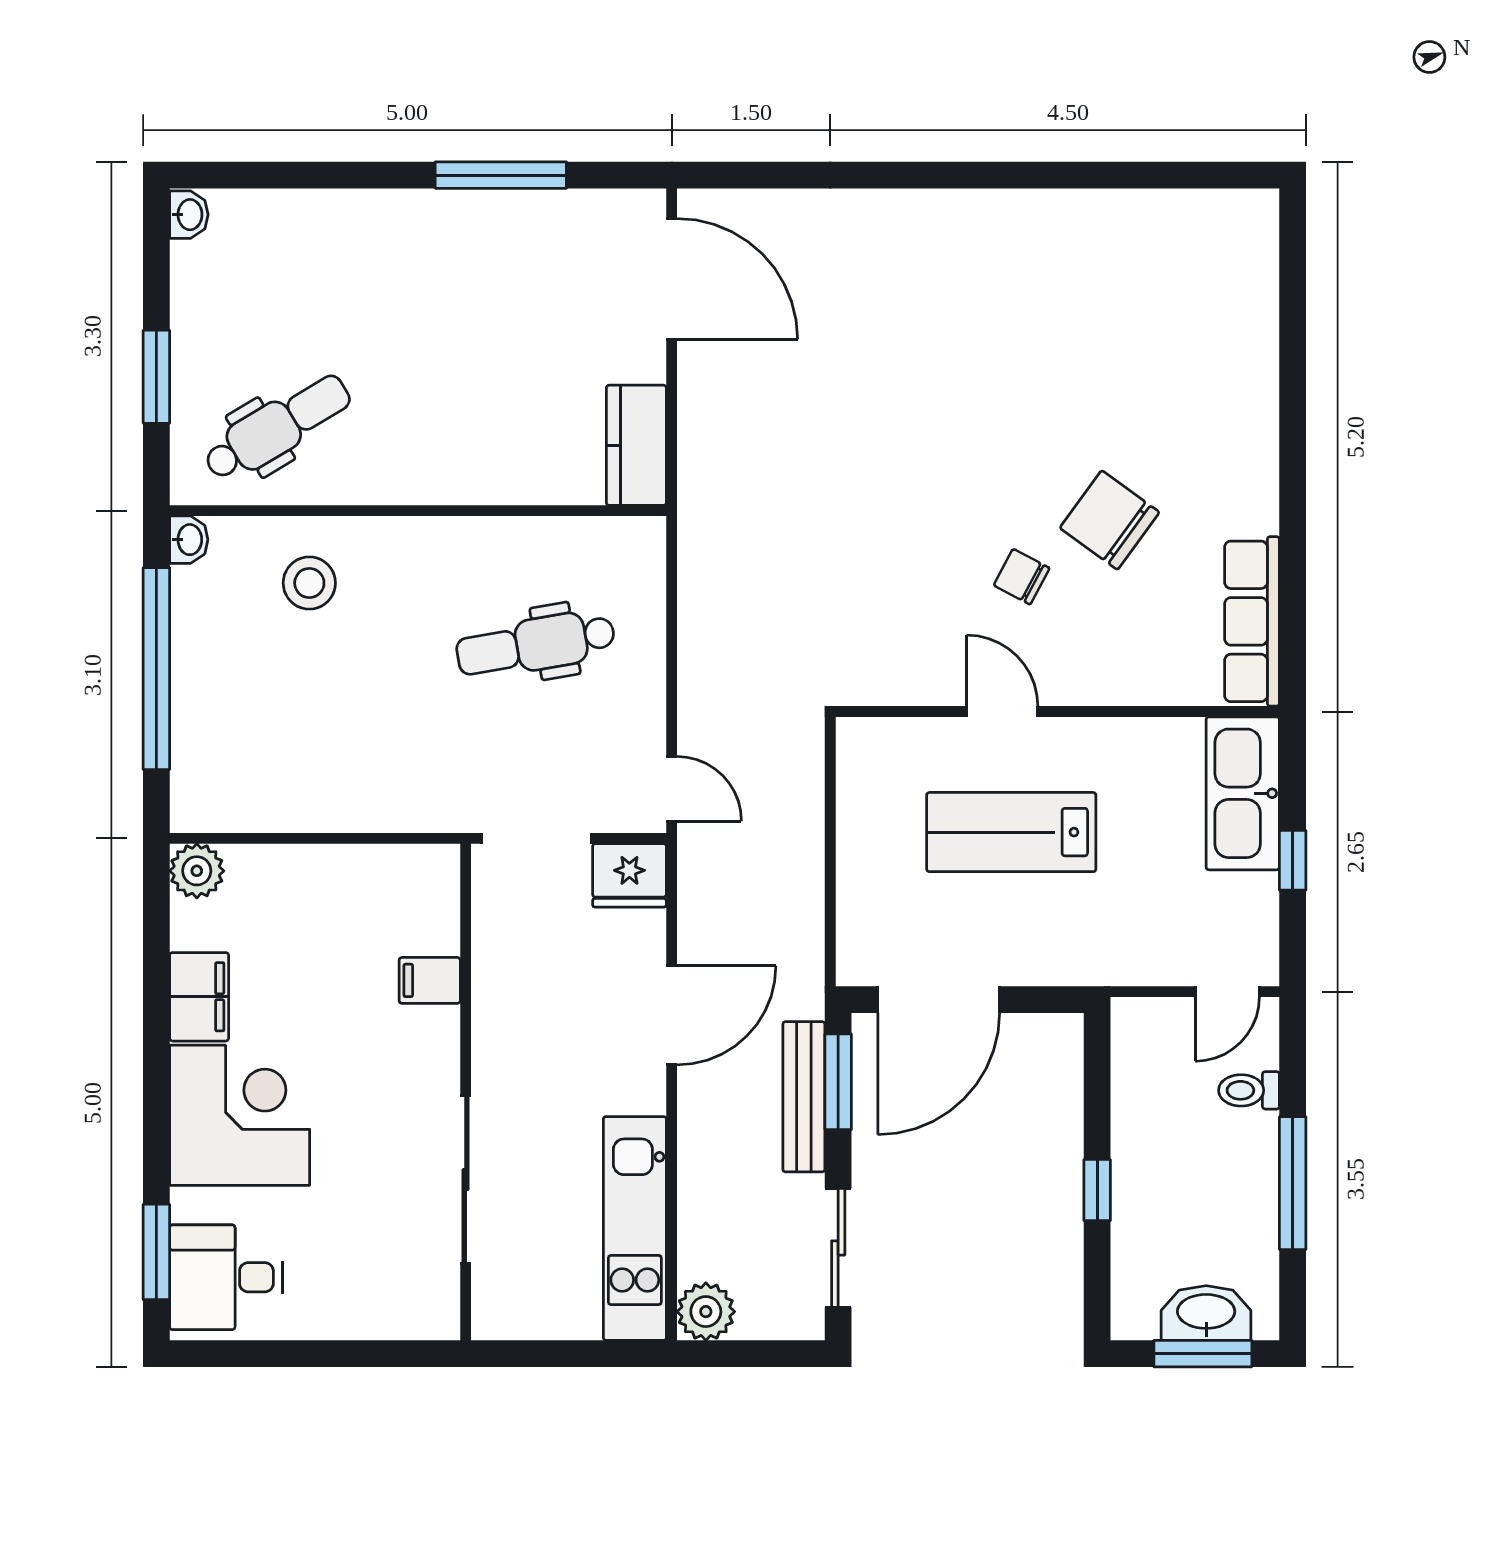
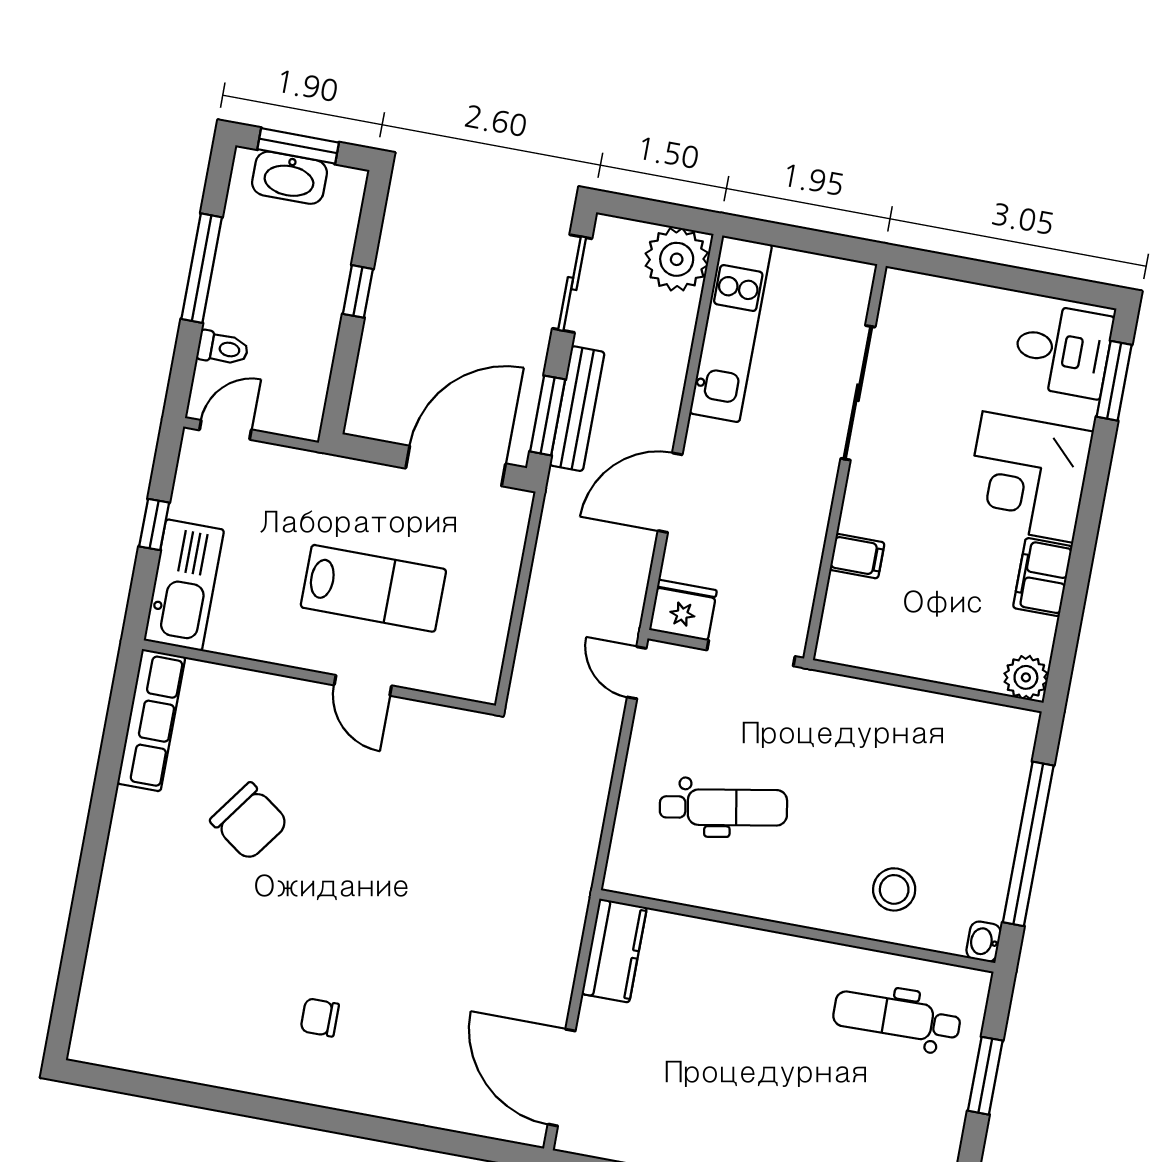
dental chair: (277, 428) -> (897, 1018), turned 30
chair: (1022, 577) -> (320, 1017), moved, turned 152
plant: (706, 1312) -> (677, 259), width x1.36, depth x1.36

